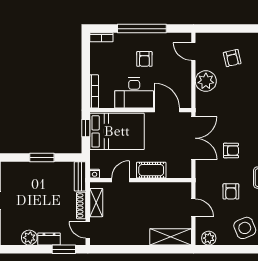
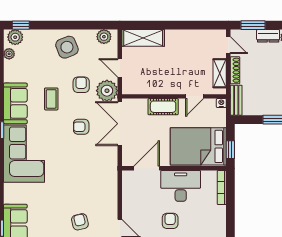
plant: (206, 81) -> (107, 91), moved
door: (167, 110) -> (147, 168), swing flipped
double door: (193, 138) -> (120, 124), moved

